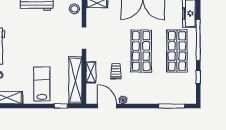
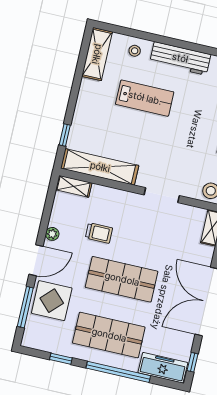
shelving: (91, 72) -> (74, 186), moved
lab bench: (42, 84) -> (145, 98), moved
display table: (164, 91) -> (52, 301), added
door: (107, 106) -> (36, 260), moved

